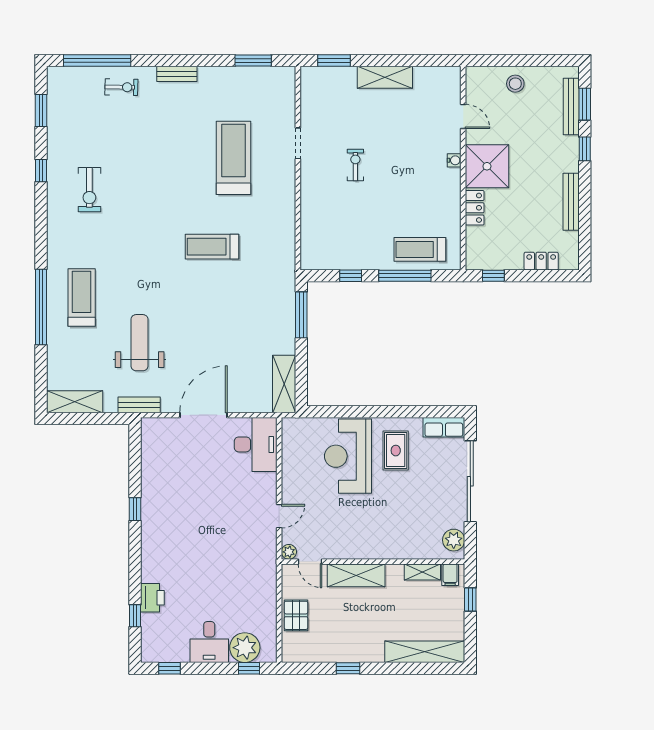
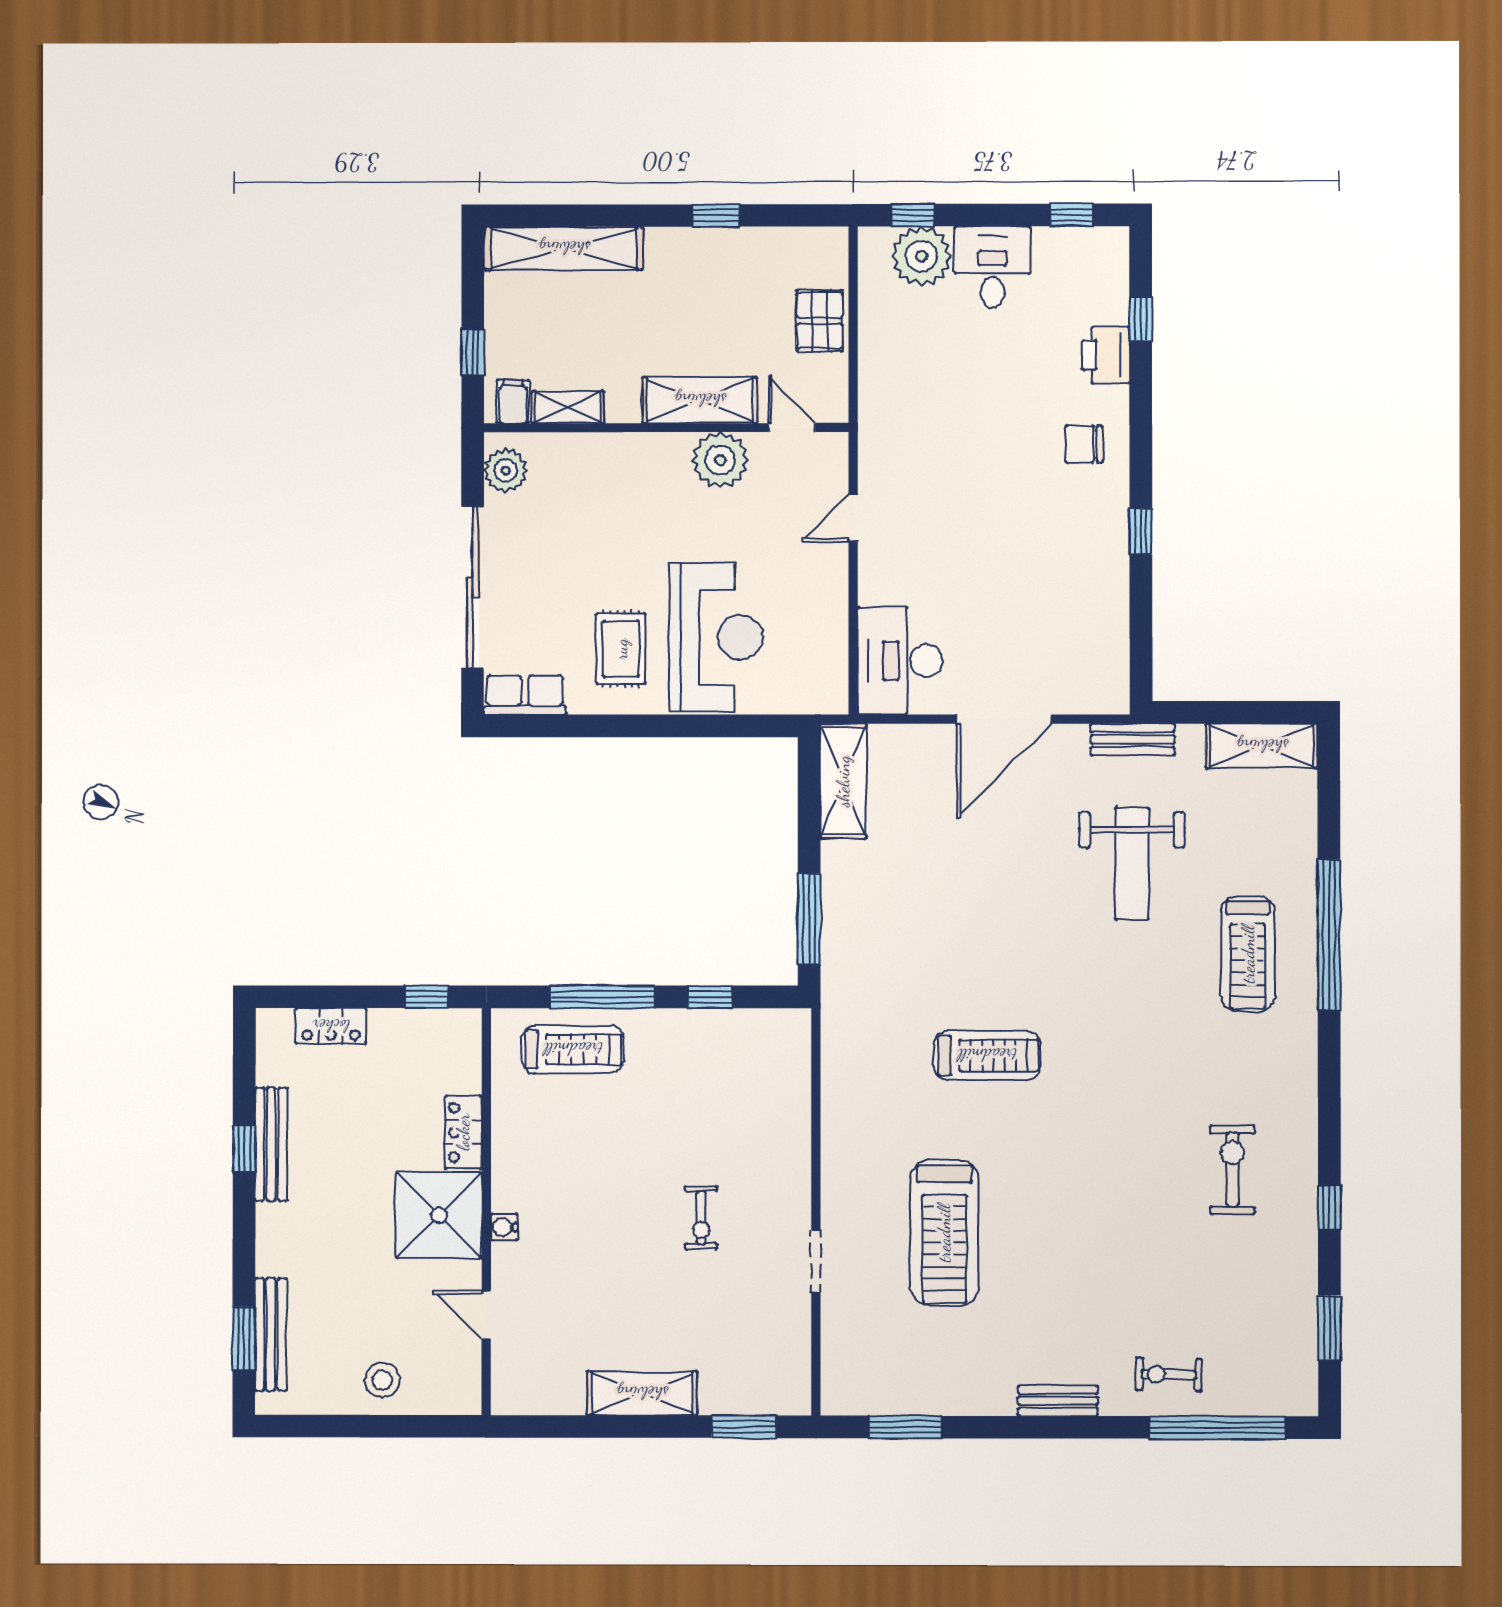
window: (585, 149) -> (244, 1149), moved
plant: (289, 552) -> (720, 460), moved, width x1.88, depth x1.88
chair: (163, 553) -> (1084, 444), added

